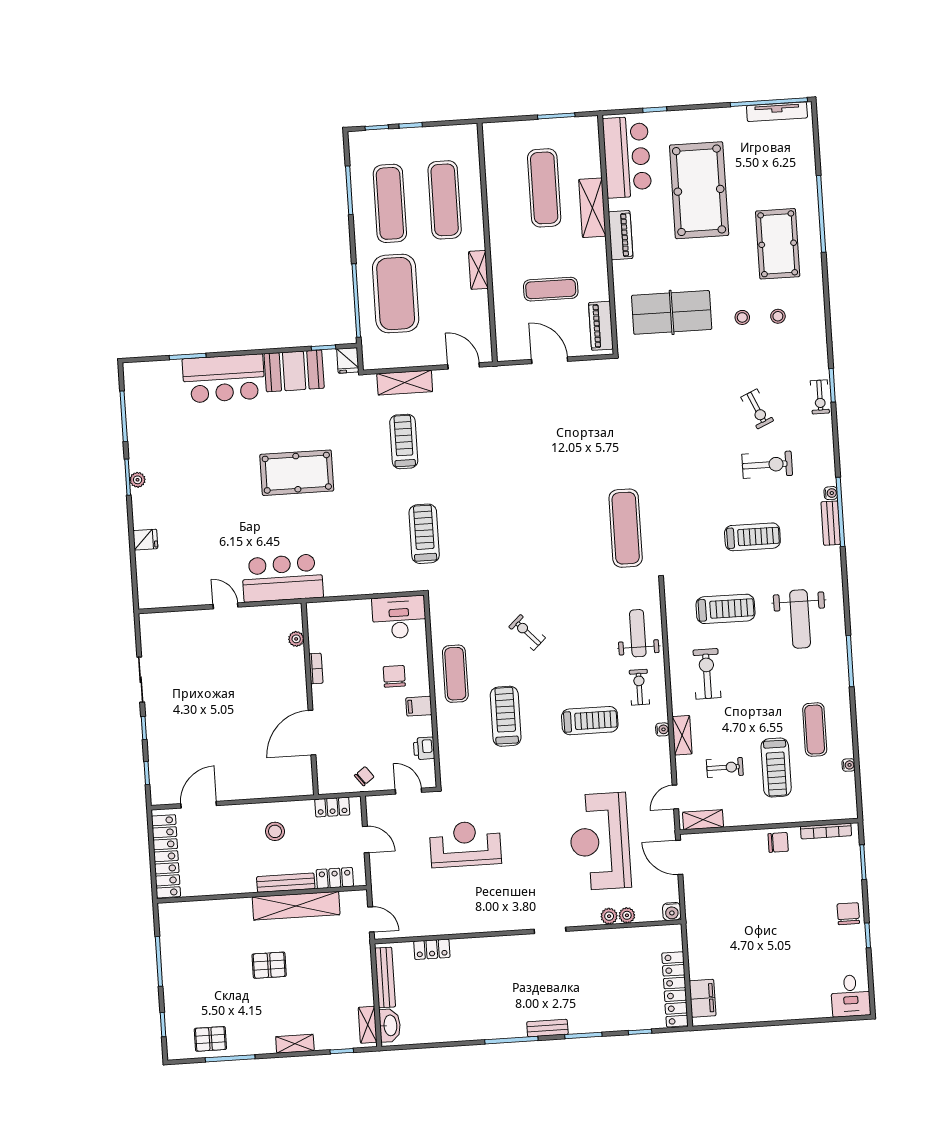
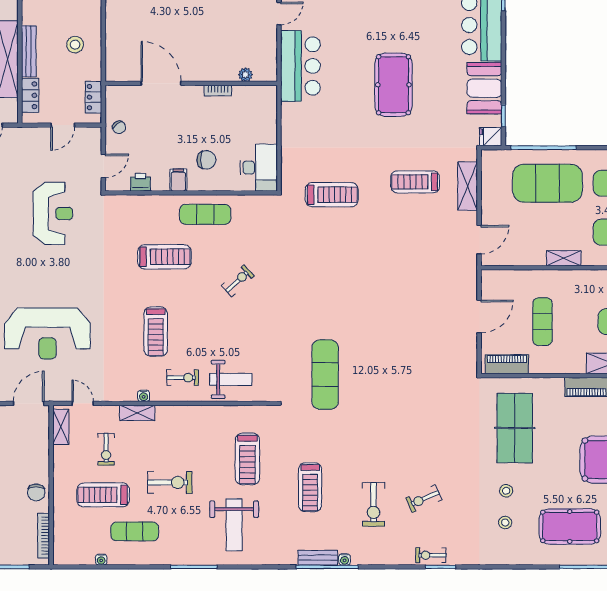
treadmill: (404, 442) -> (415, 182), turned 180
exercise mat: (626, 528) -> (325, 375), turned 90
weight bench: (800, 619) -> (234, 525), turned -90
exercise bike: (707, 674) -> (170, 482), moved
reception desk: (600, 841) -> (47, 334), turned 180

